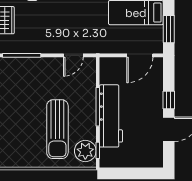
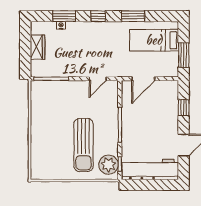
door: (140, 55) -> (143, 79), moved
window: (169, 100) -> (184, 108), moved
workbench: (111, 116) -> (150, 169), moved, turned -90

